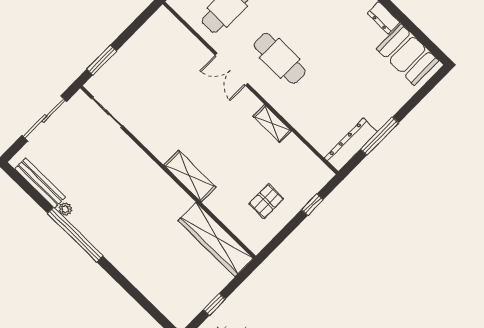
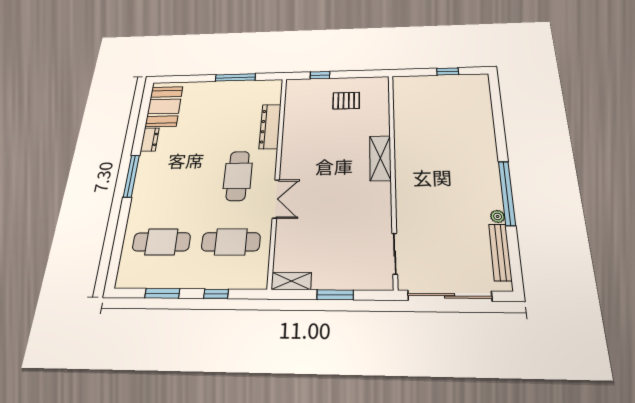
window: (102, 60) -> (335, 295), moved
sliding door: (44, 118) -> (450, 296), width x1.36
shelving: (272, 124) -> (291, 281), moved, turned 90
dresser: (351, 145) -> (270, 126), moved, turned 90
wardrobe: (216, 240) -> (405, 106), removed

